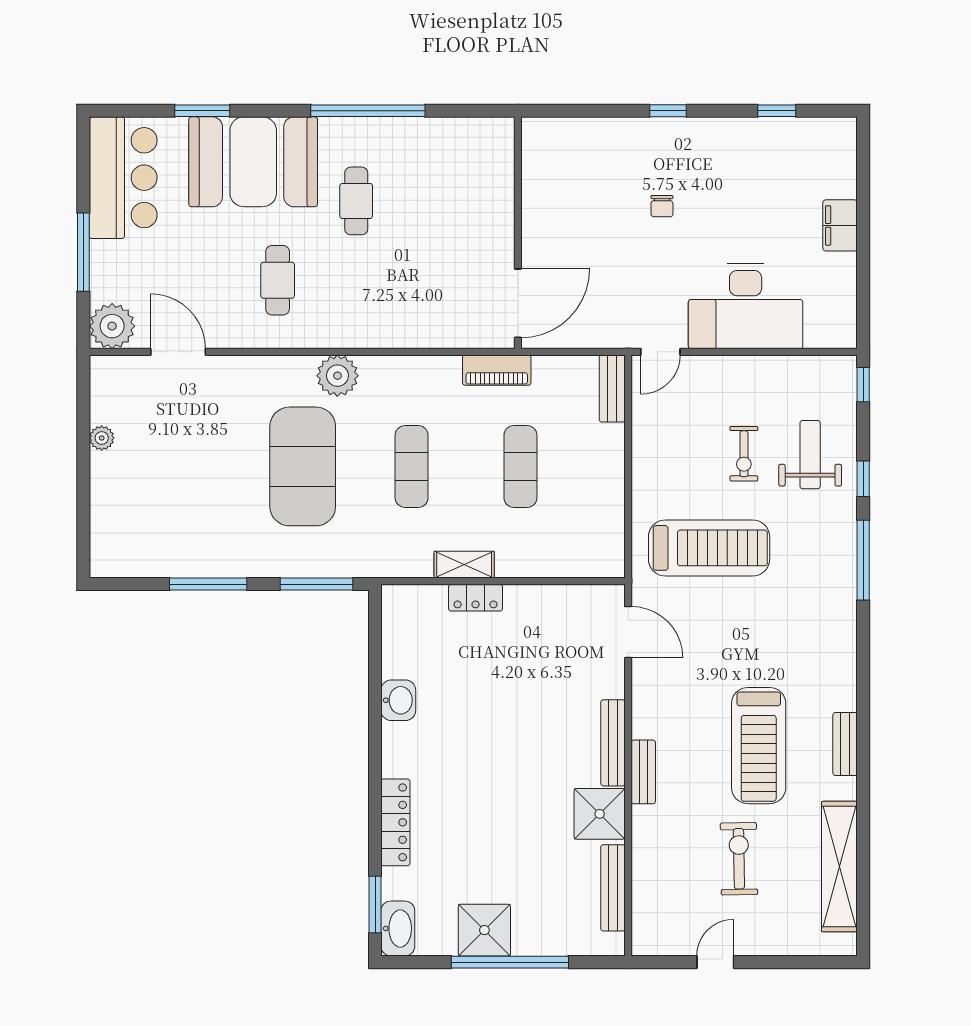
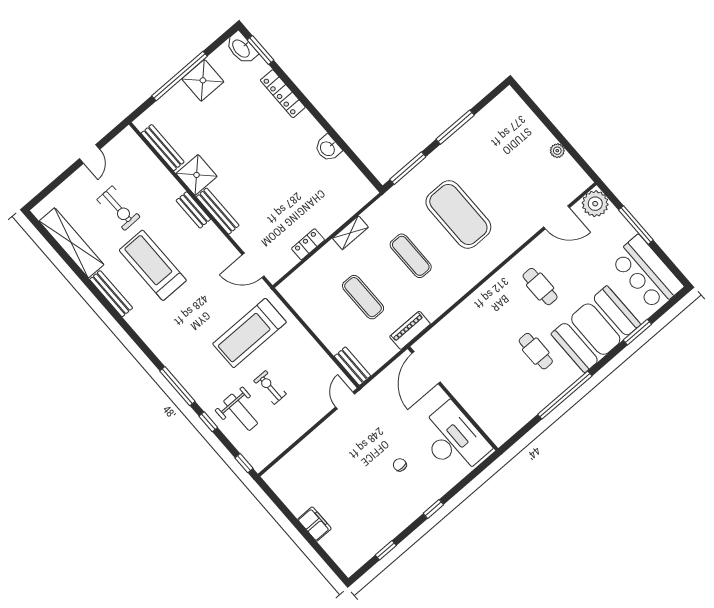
desk: (746, 306) -> (453, 440), moved, turned 90
plant: (337, 376) -> (478, 267), removed
locker: (476, 598) -> (308, 244), moved
bench: (845, 744) -> (111, 294), width x1.36

